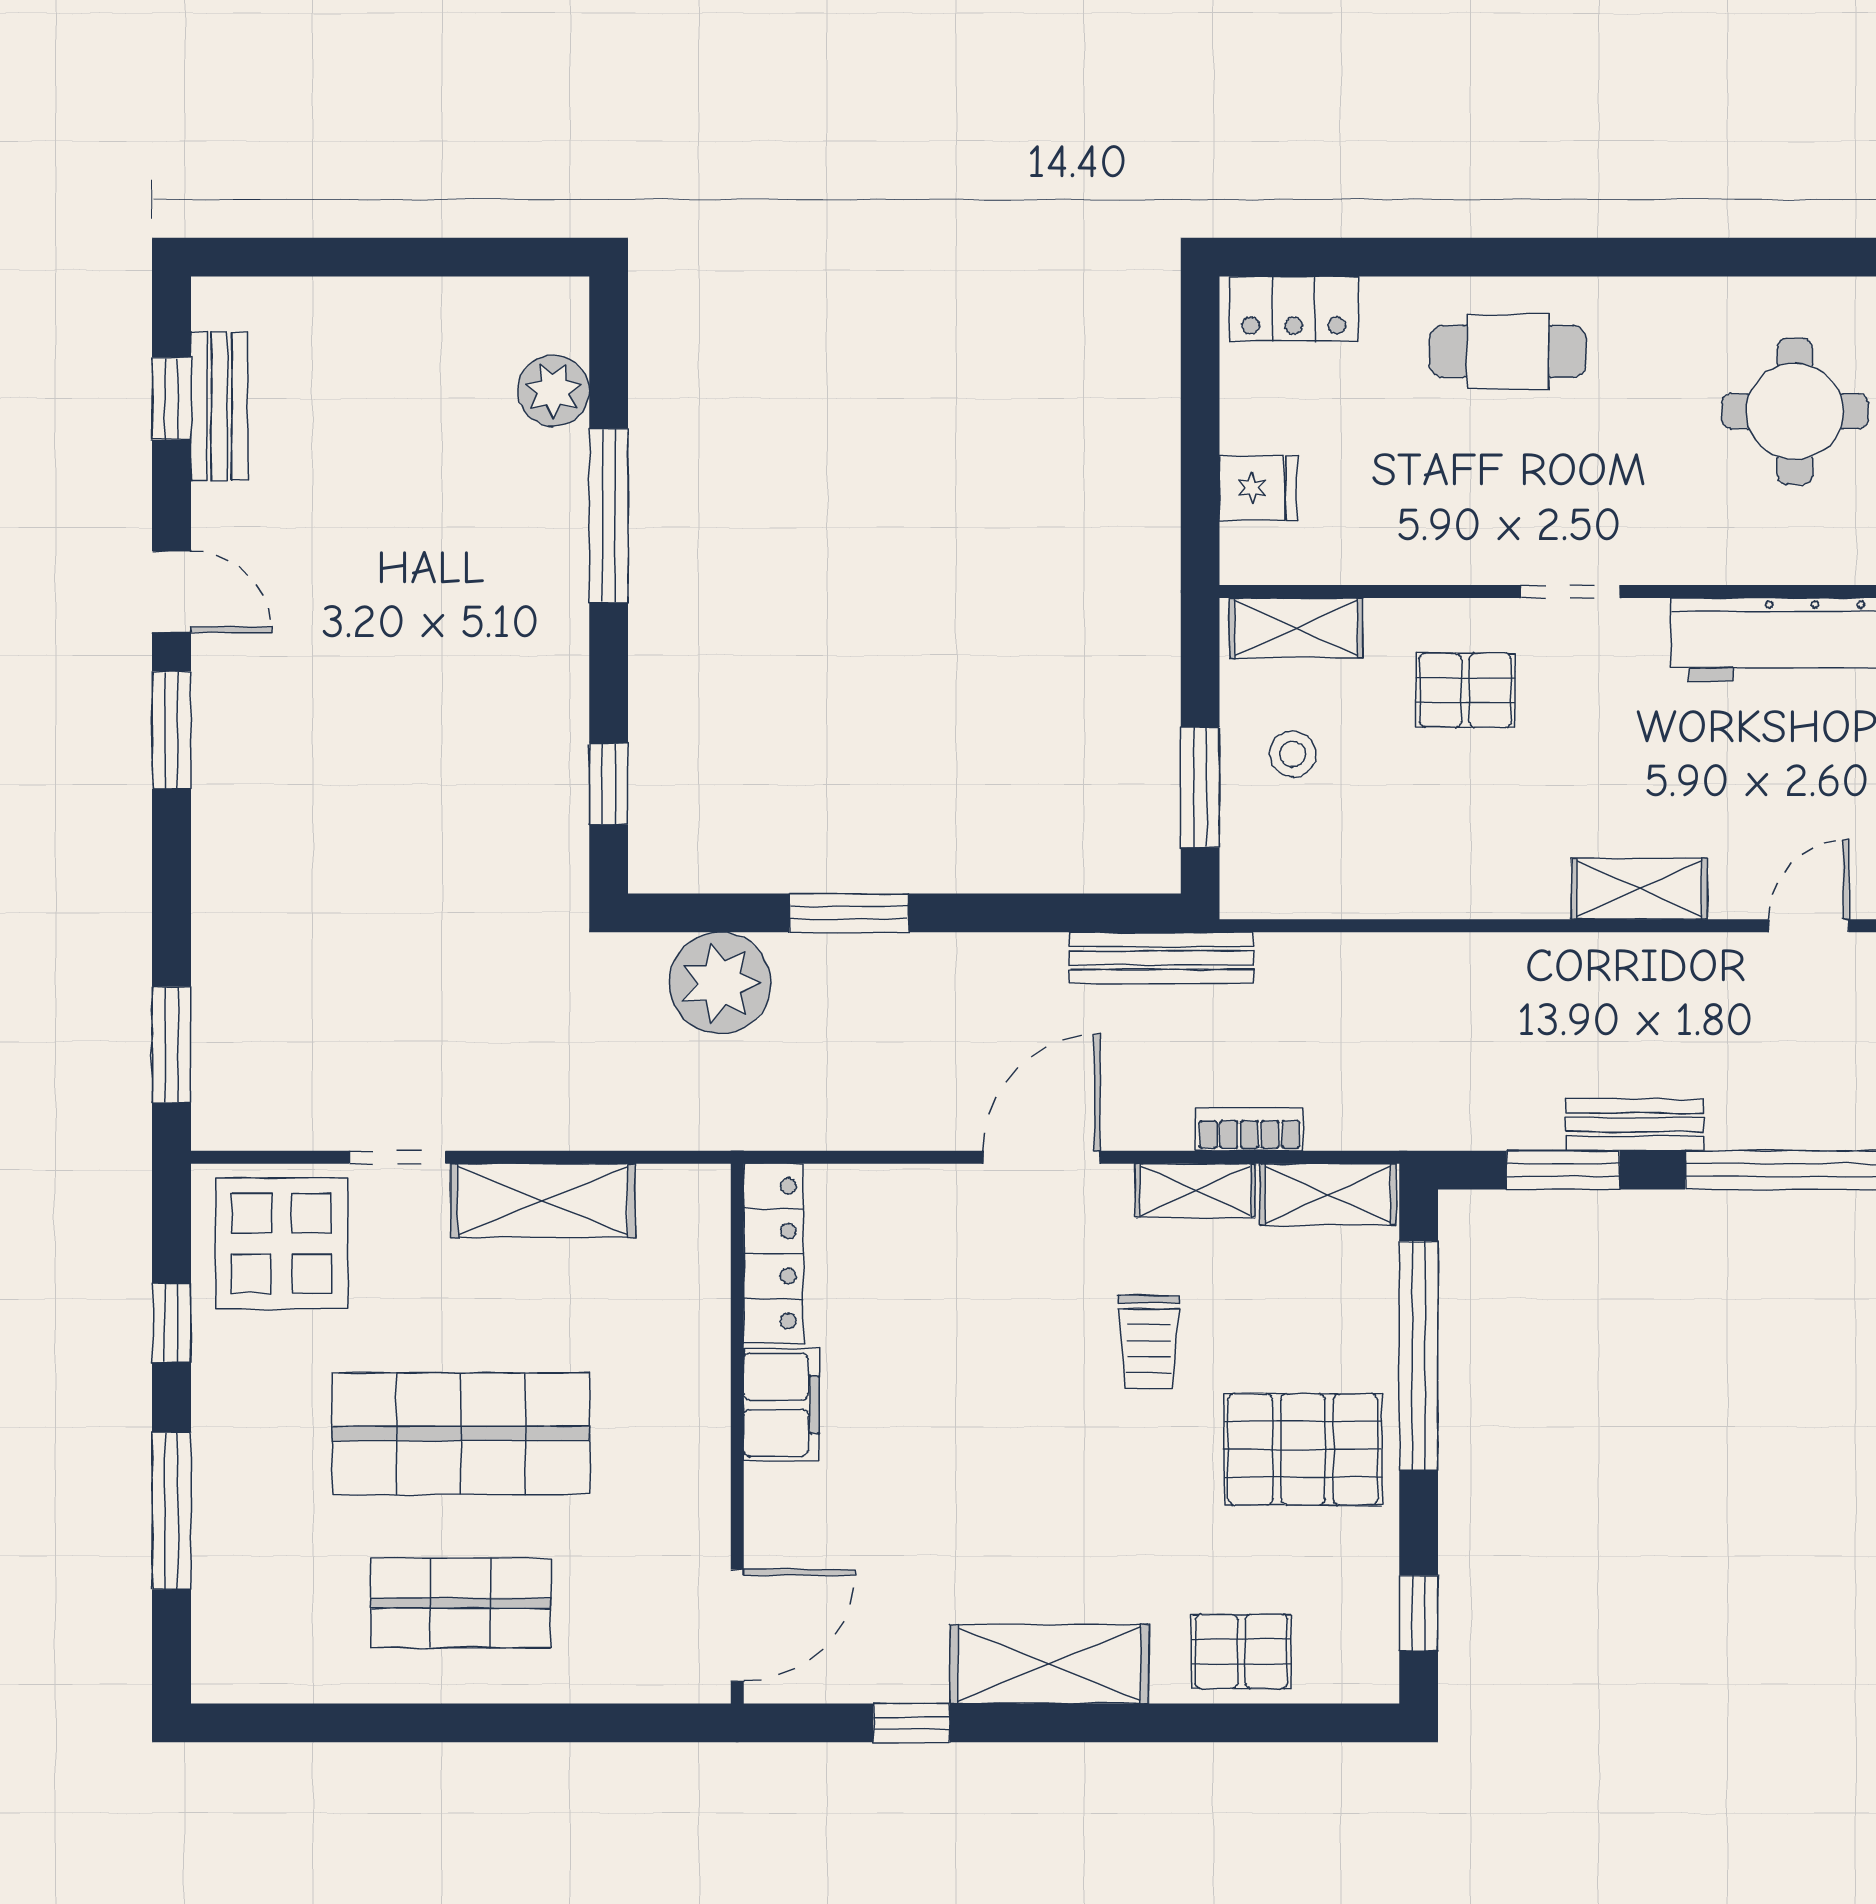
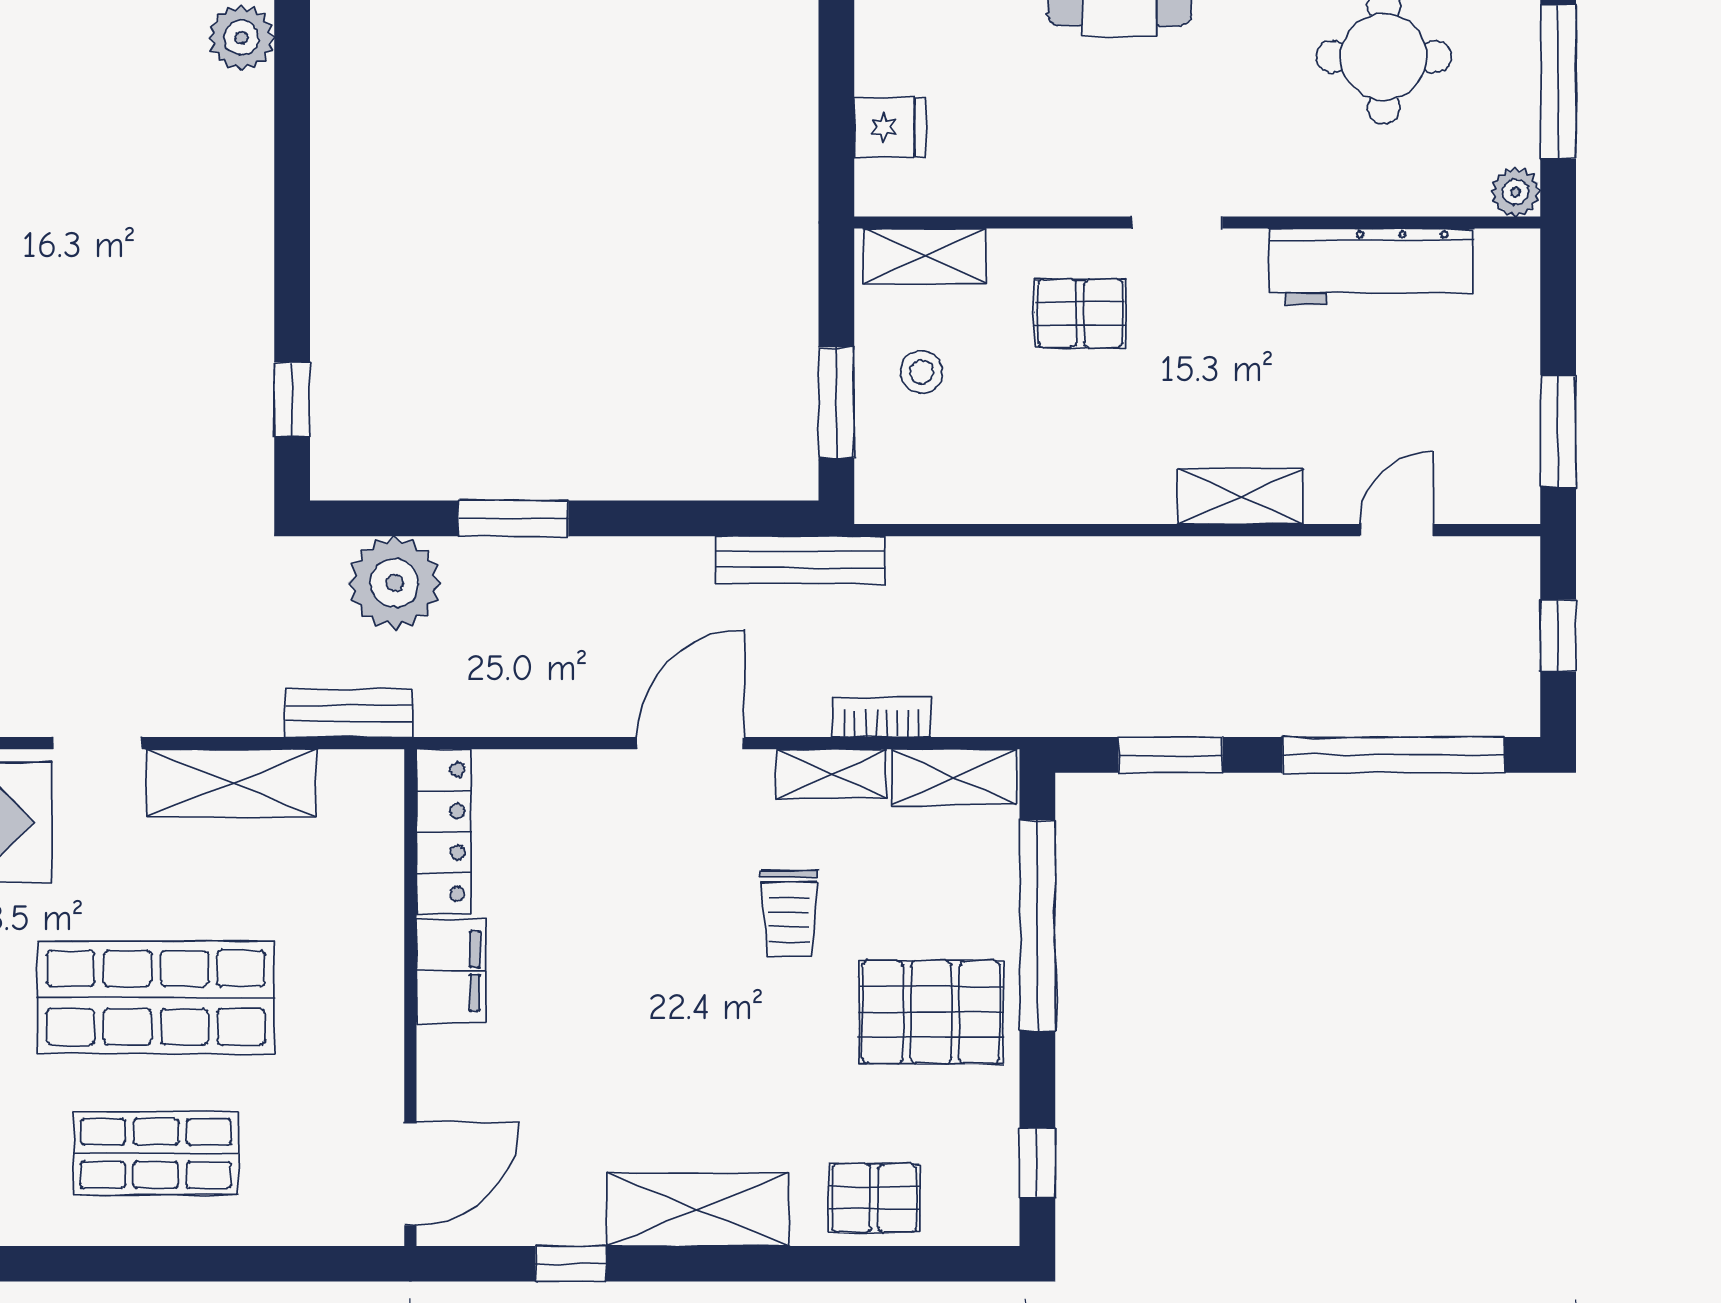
window: (609, 516) -> (292, 153), removed
bench: (1635, 1125) -> (349, 713), moved

